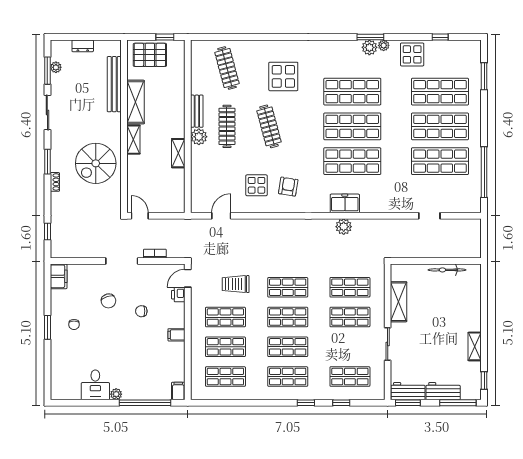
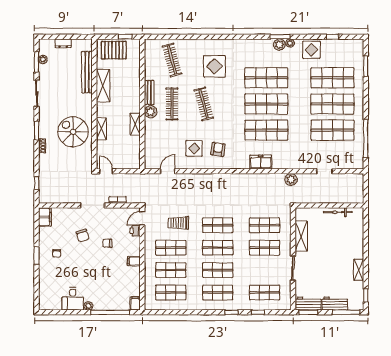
shelving: (133, 140) -> (101, 129), moved
spiral stairs: (96, 163) -> (73, 132), turned 90
plant: (344, 227) -> (291, 180), moved

